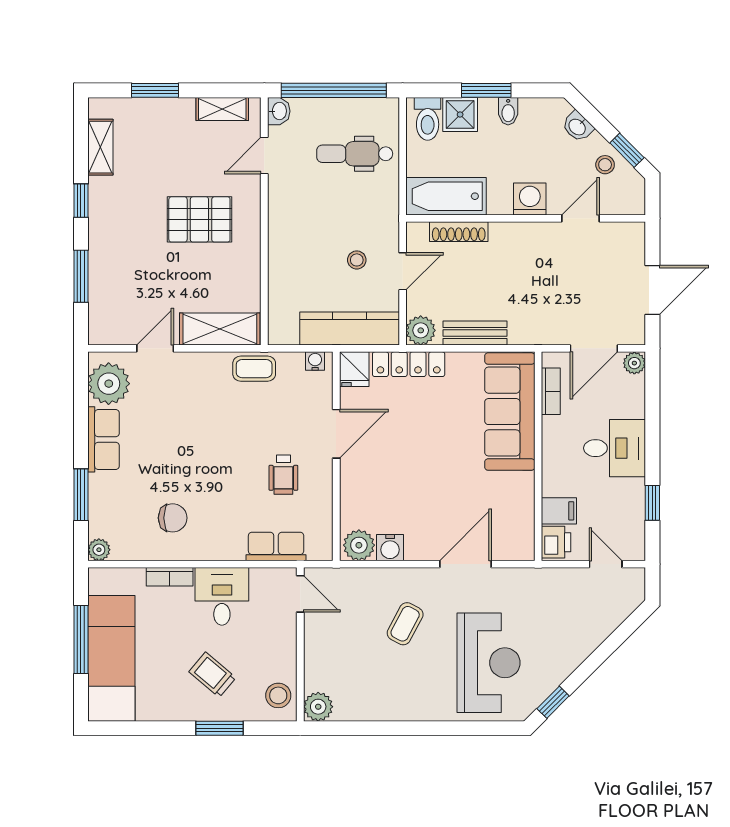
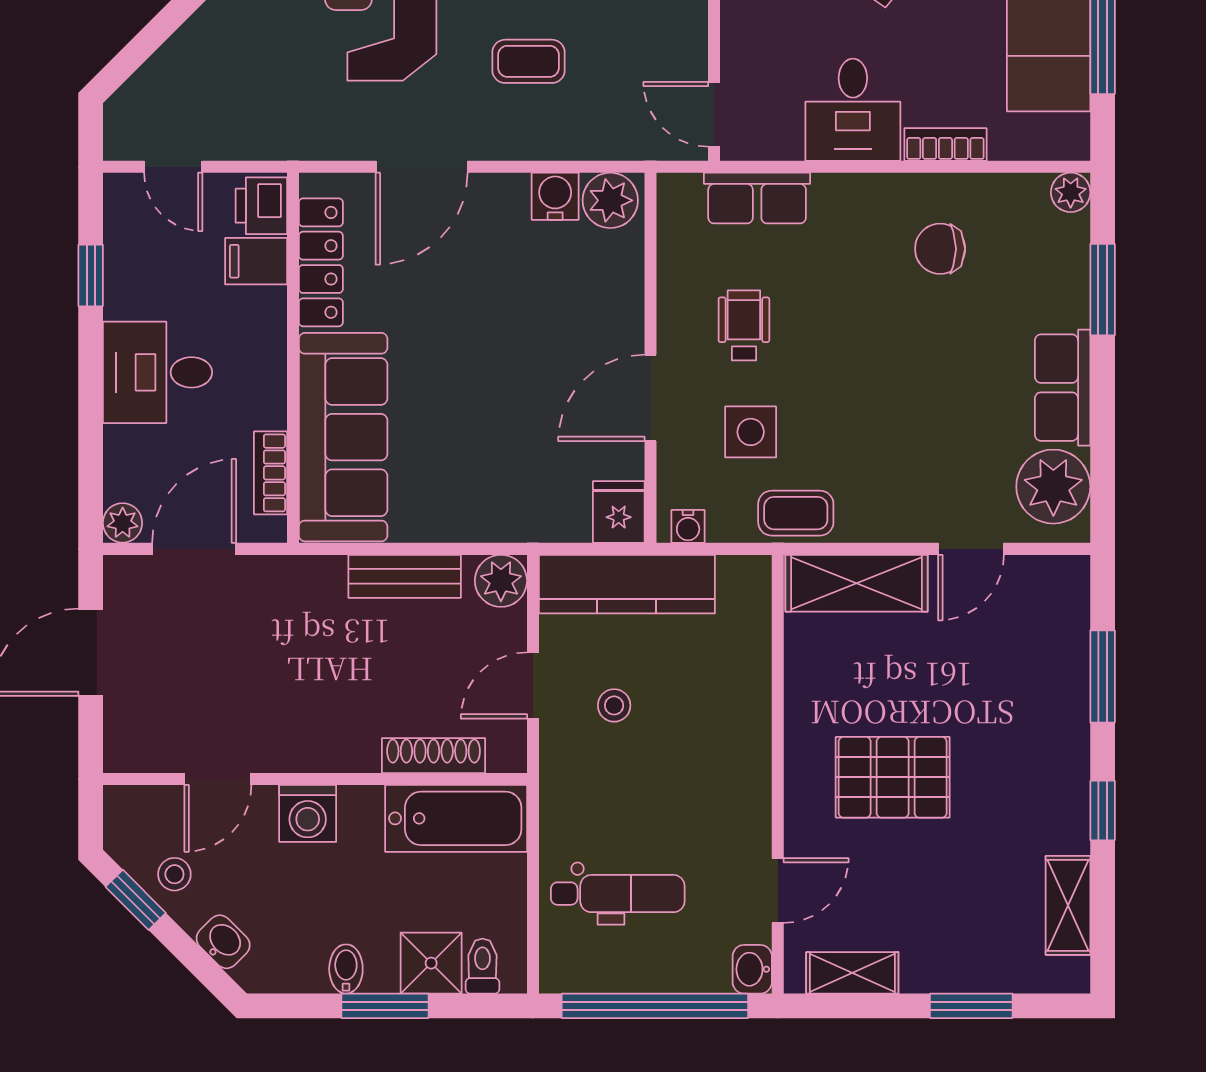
toilet: (428, 119) -> (482, 966), width x0.73, depth x0.72
locker: (409, 364) -> (321, 262), moved, turned 90
side table: (280, 414) -> (751, 432), added
coffee table: (405, 624) -> (529, 61), turned 62

